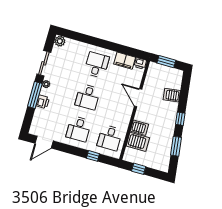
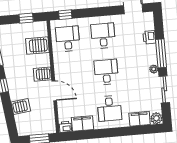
filing cabinet: (74, 46) -> (140, 119), added
printer: (43, 102) -> (149, 37), moved
server rack: (139, 128) -> (42, 74), moved
window: (93, 156) -> (65, 15), moved

